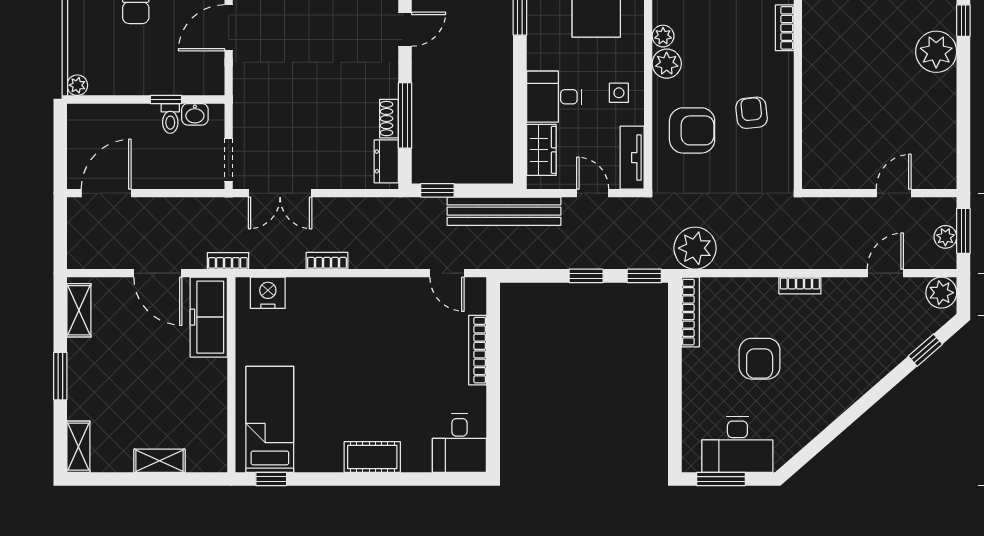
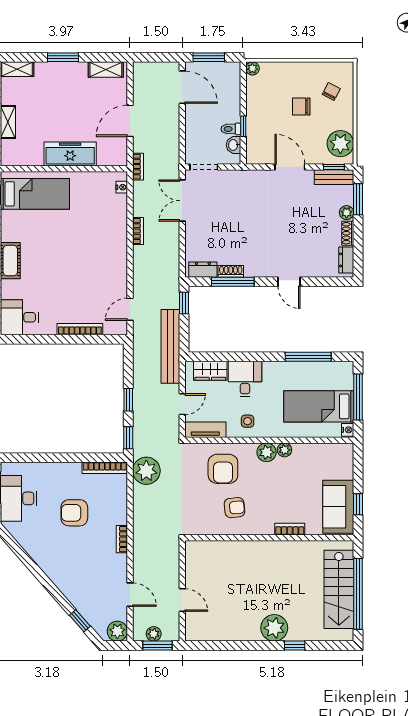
window: (60, 152) -> (209, 57), added
nightstand: (268, 293) -> (122, 187), width x0.53, depth x0.56
freezer: (209, 317) -> (70, 154), moved

